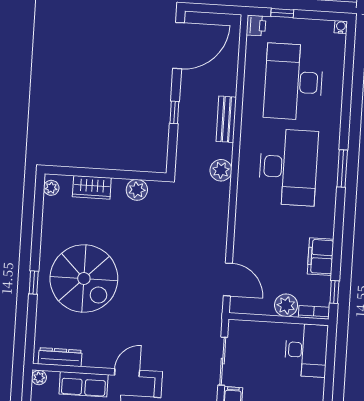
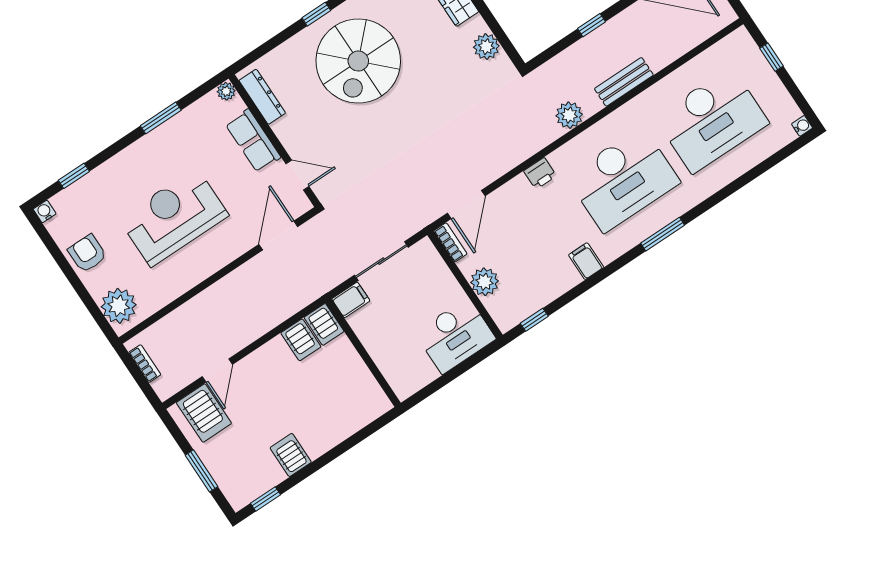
printer: (256, 26) -> (540, 173), moved
desk: (294, 82) -> (712, 120), turned 180
filing cabinet: (321, 257) -> (586, 261), moved, width x0.50
bookcase: (314, 312) -> (450, 242), moved

